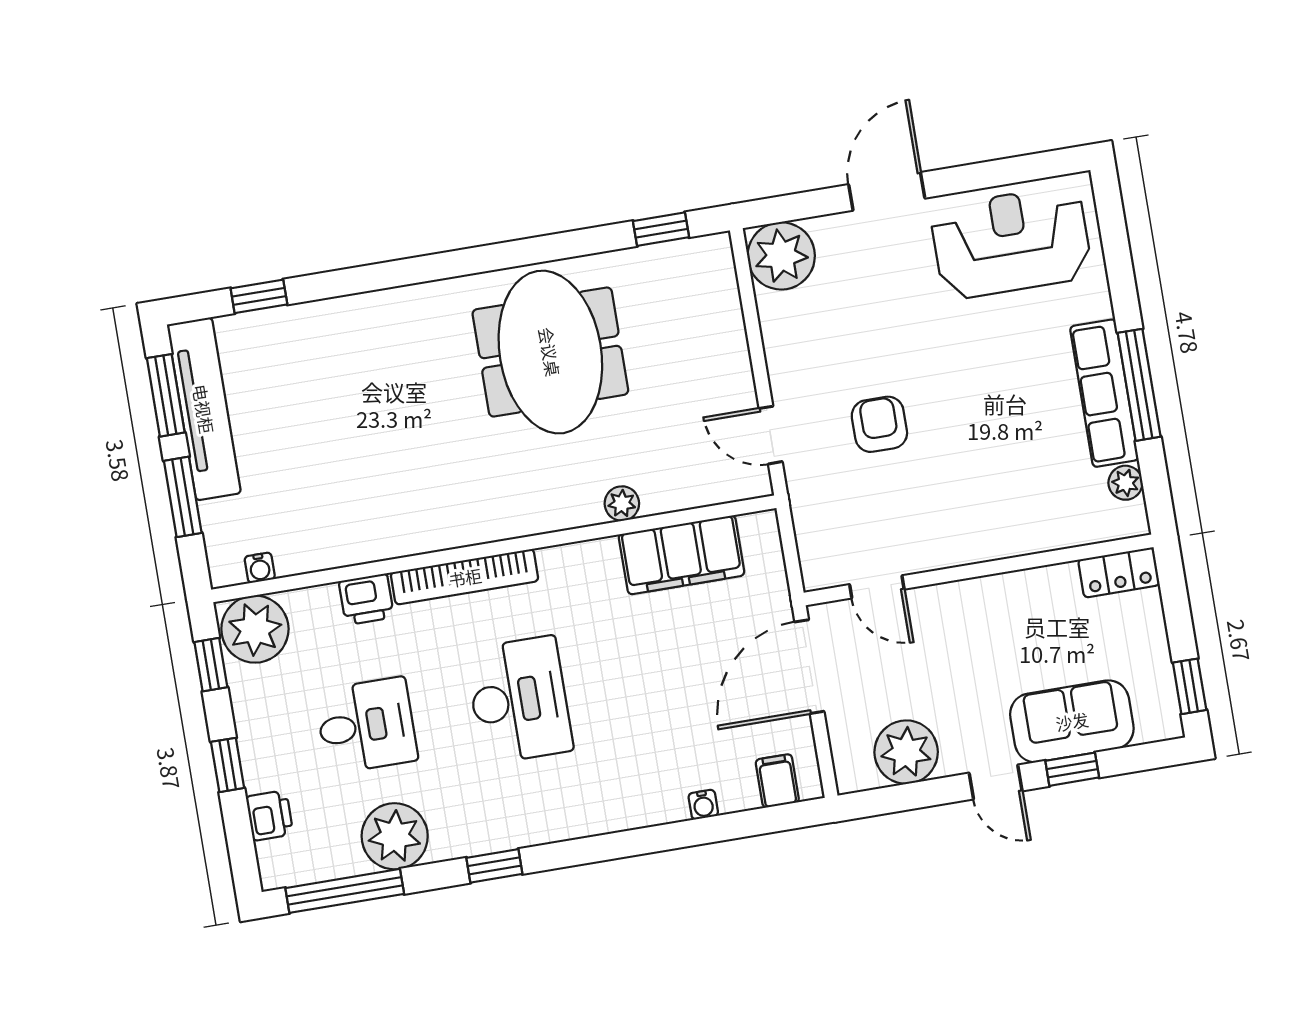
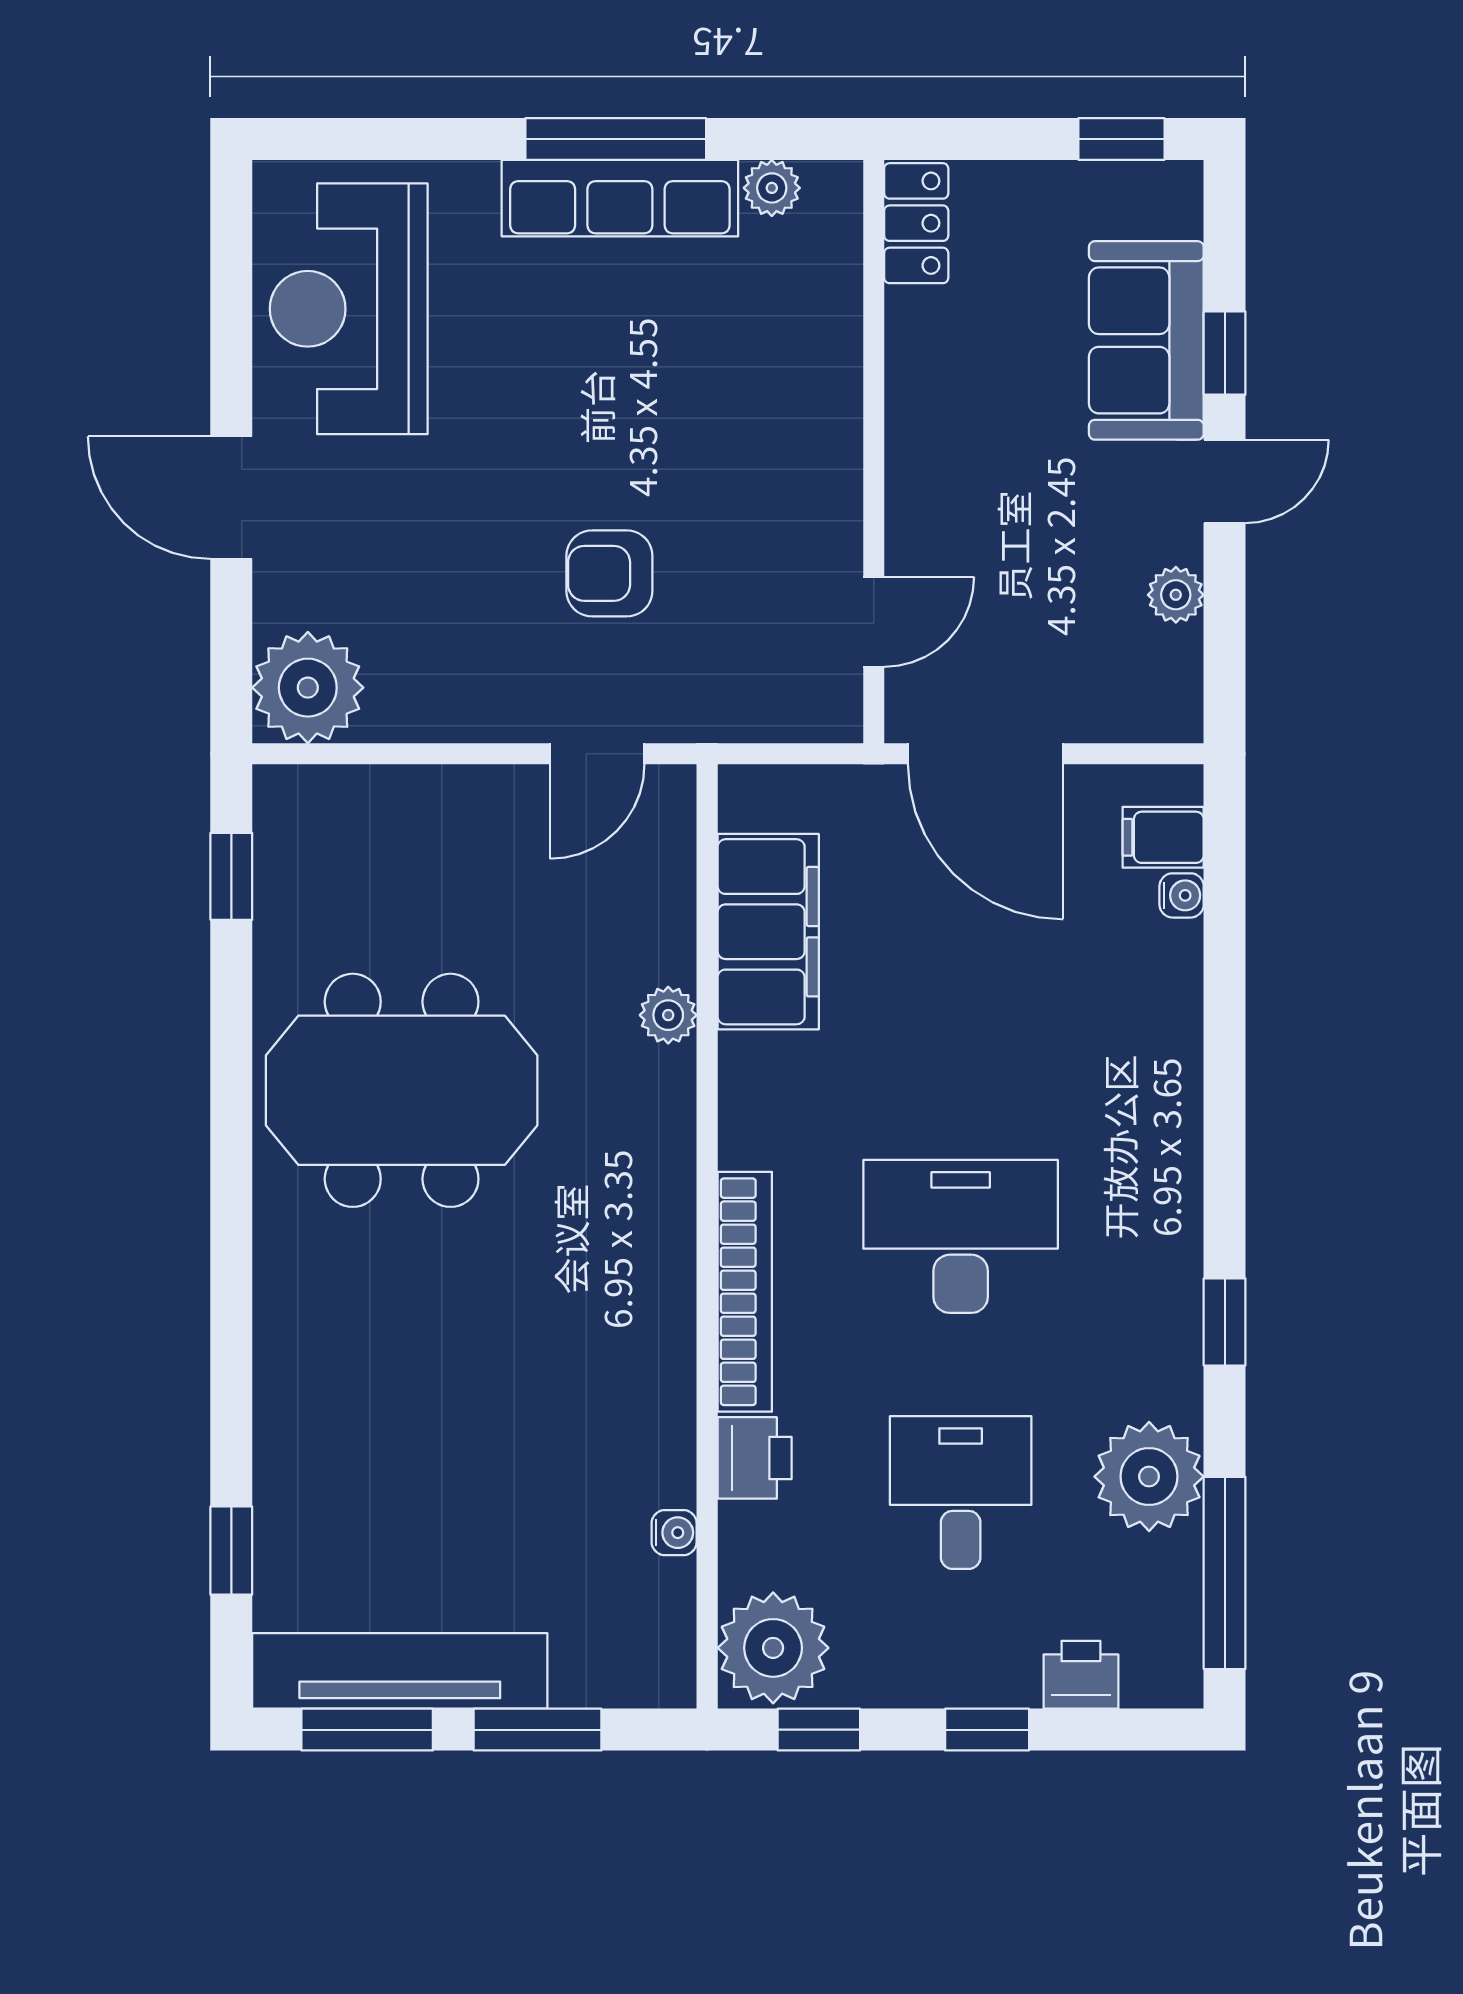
water cooler: (260, 568) -> (674, 1533), moved
plant: (906, 752) -> (1176, 595), width x0.53, depth x0.53
water cooler: (703, 805) -> (1182, 895), moved

